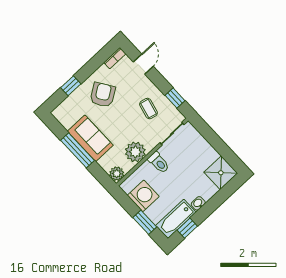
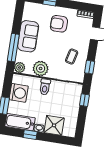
armchair: (103, 95) -> (59, 24), turned -147
window: (206, 131) -> (84, 100), added
window: (78, 150) -> (13, 48), moved
shower: (221, 173) -> (54, 125), moved
window: (187, 228) -> (30, 135), moved

